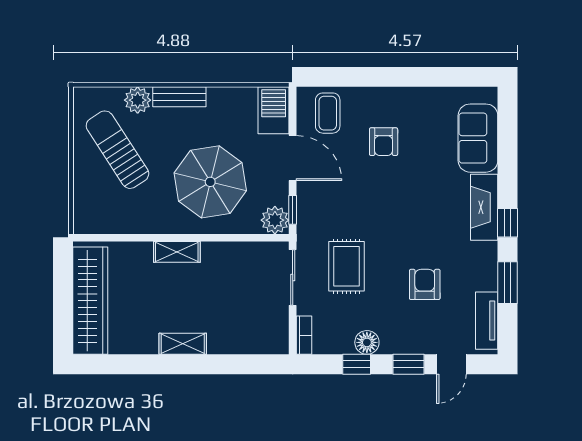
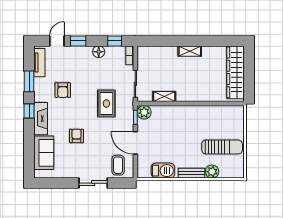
sliding door: (378, 77) -> (93, 183), added
barbecue: (274, 110) -> (163, 171), moved, turned -90
armchair: (384, 142) -> (76, 136), moved
sun lounger: (117, 150) -> (222, 147), turned -57
parasol: (210, 182) -> (176, 131), removed
shelving: (177, 252) -> (164, 97), moved
rug: (347, 266) -> (106, 104), moved
armchair: (425, 284) -> (63, 90), moved
window: (357, 364) -> (115, 41), moved

